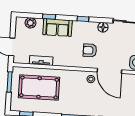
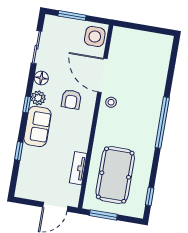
plant: (31, 23) -> (38, 98), moved
sofa: (57, 27) -> (37, 126), moved
door: (109, 71) -> (102, 75), swing flipped

